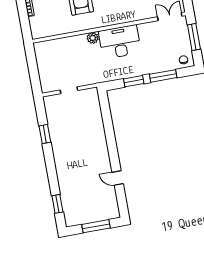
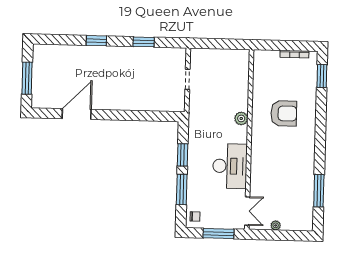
desk: (120, 42) -> (230, 166), moved
door: (118, 178) -> (77, 114), width x1.87
window: (57, 204) -> (96, 41), moved

